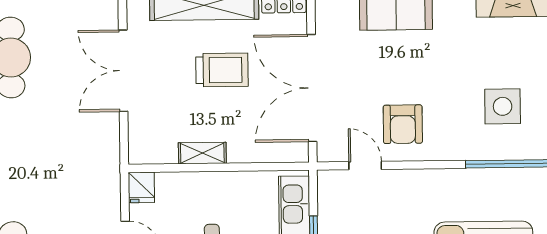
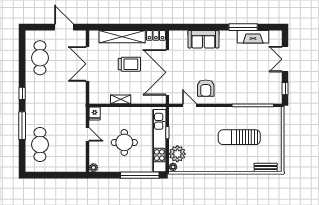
side table: (503, 106) -> (248, 81), removed

